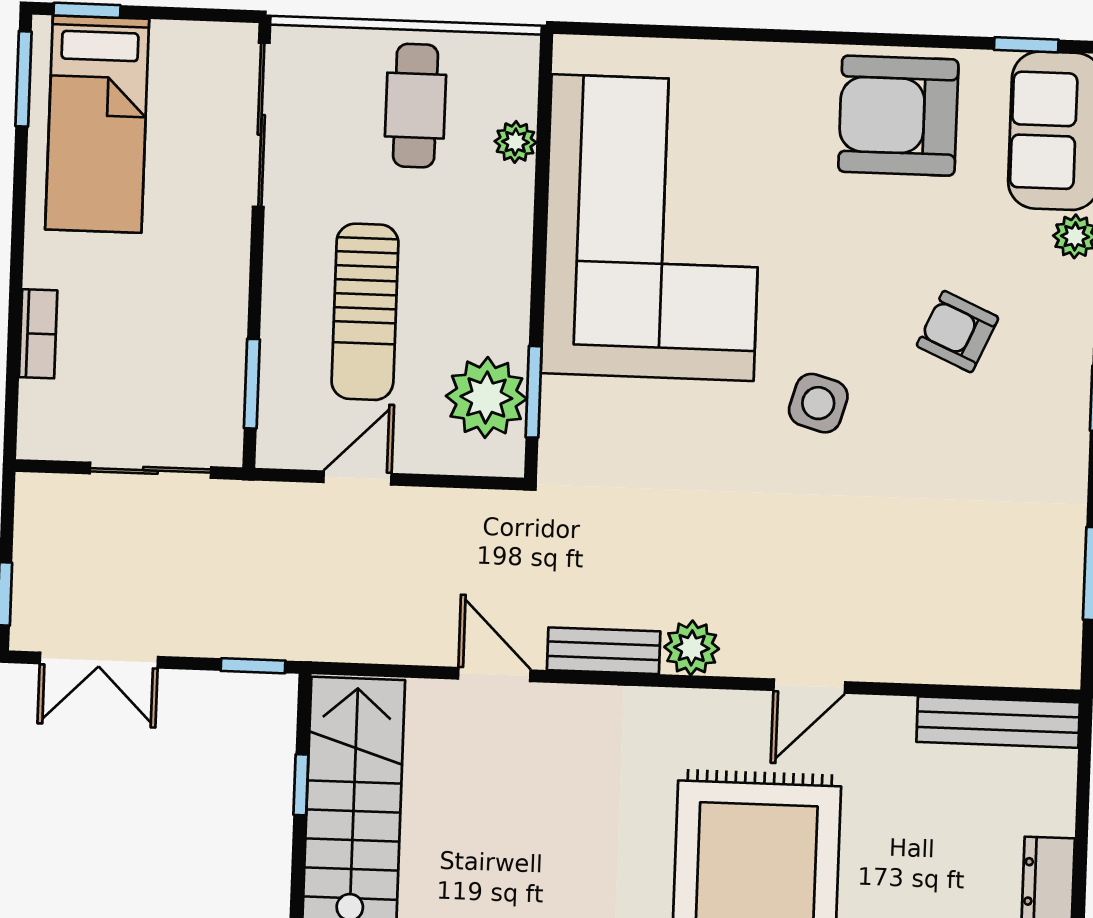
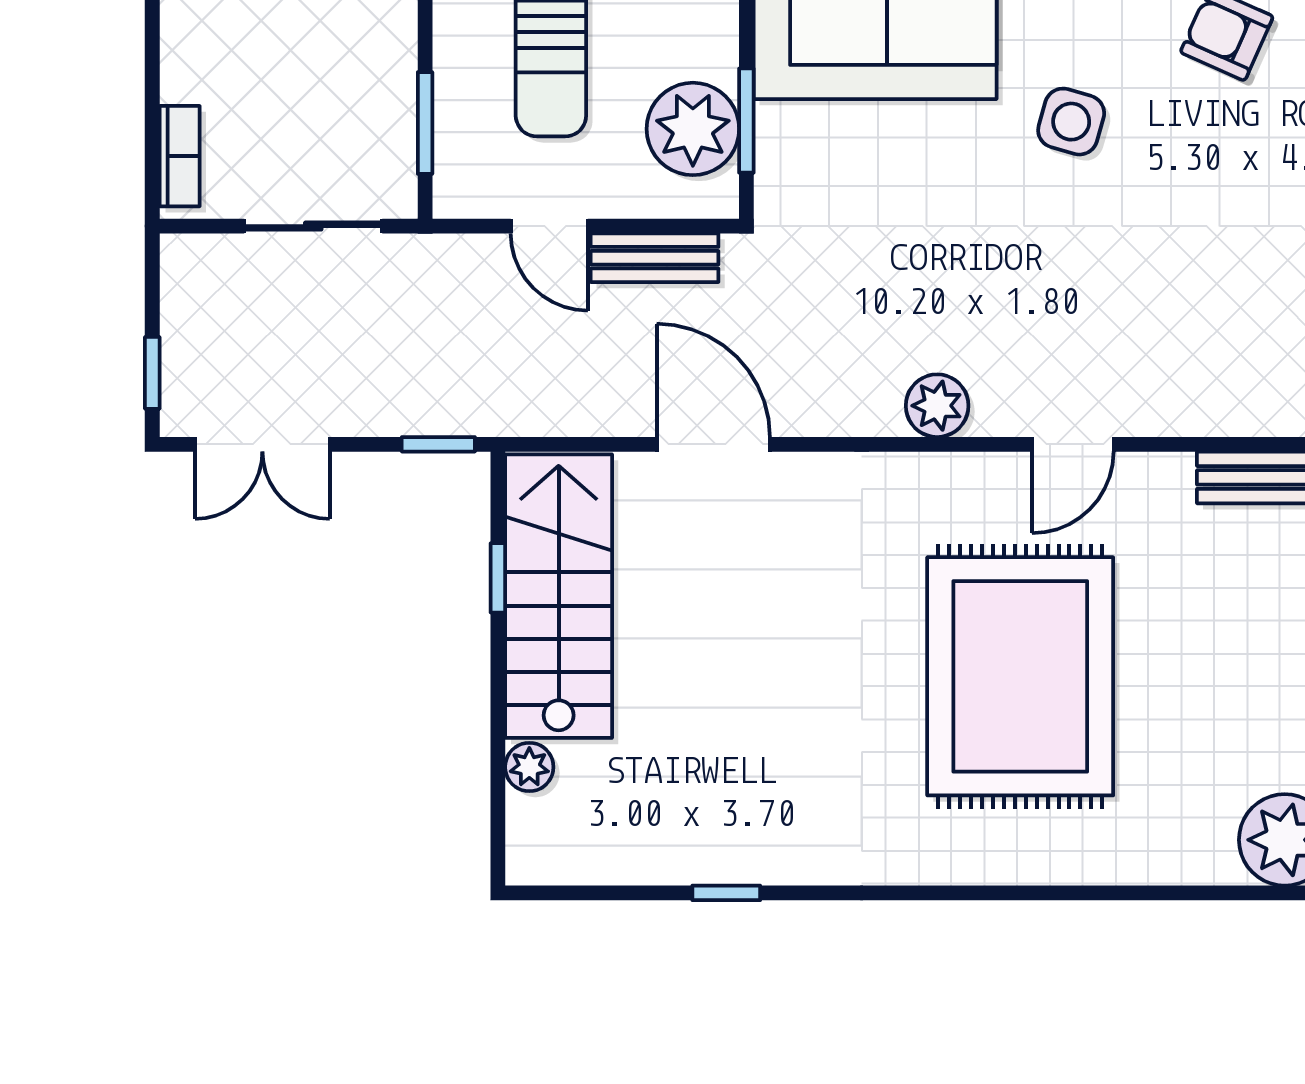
bookcase: (38, 334) -> (180, 156), moved
door: (357, 478) -> (549, 226), swing flipped
bench: (604, 651) -> (655, 258), moved
door: (494, 675) -> (713, 444), width x1.38

